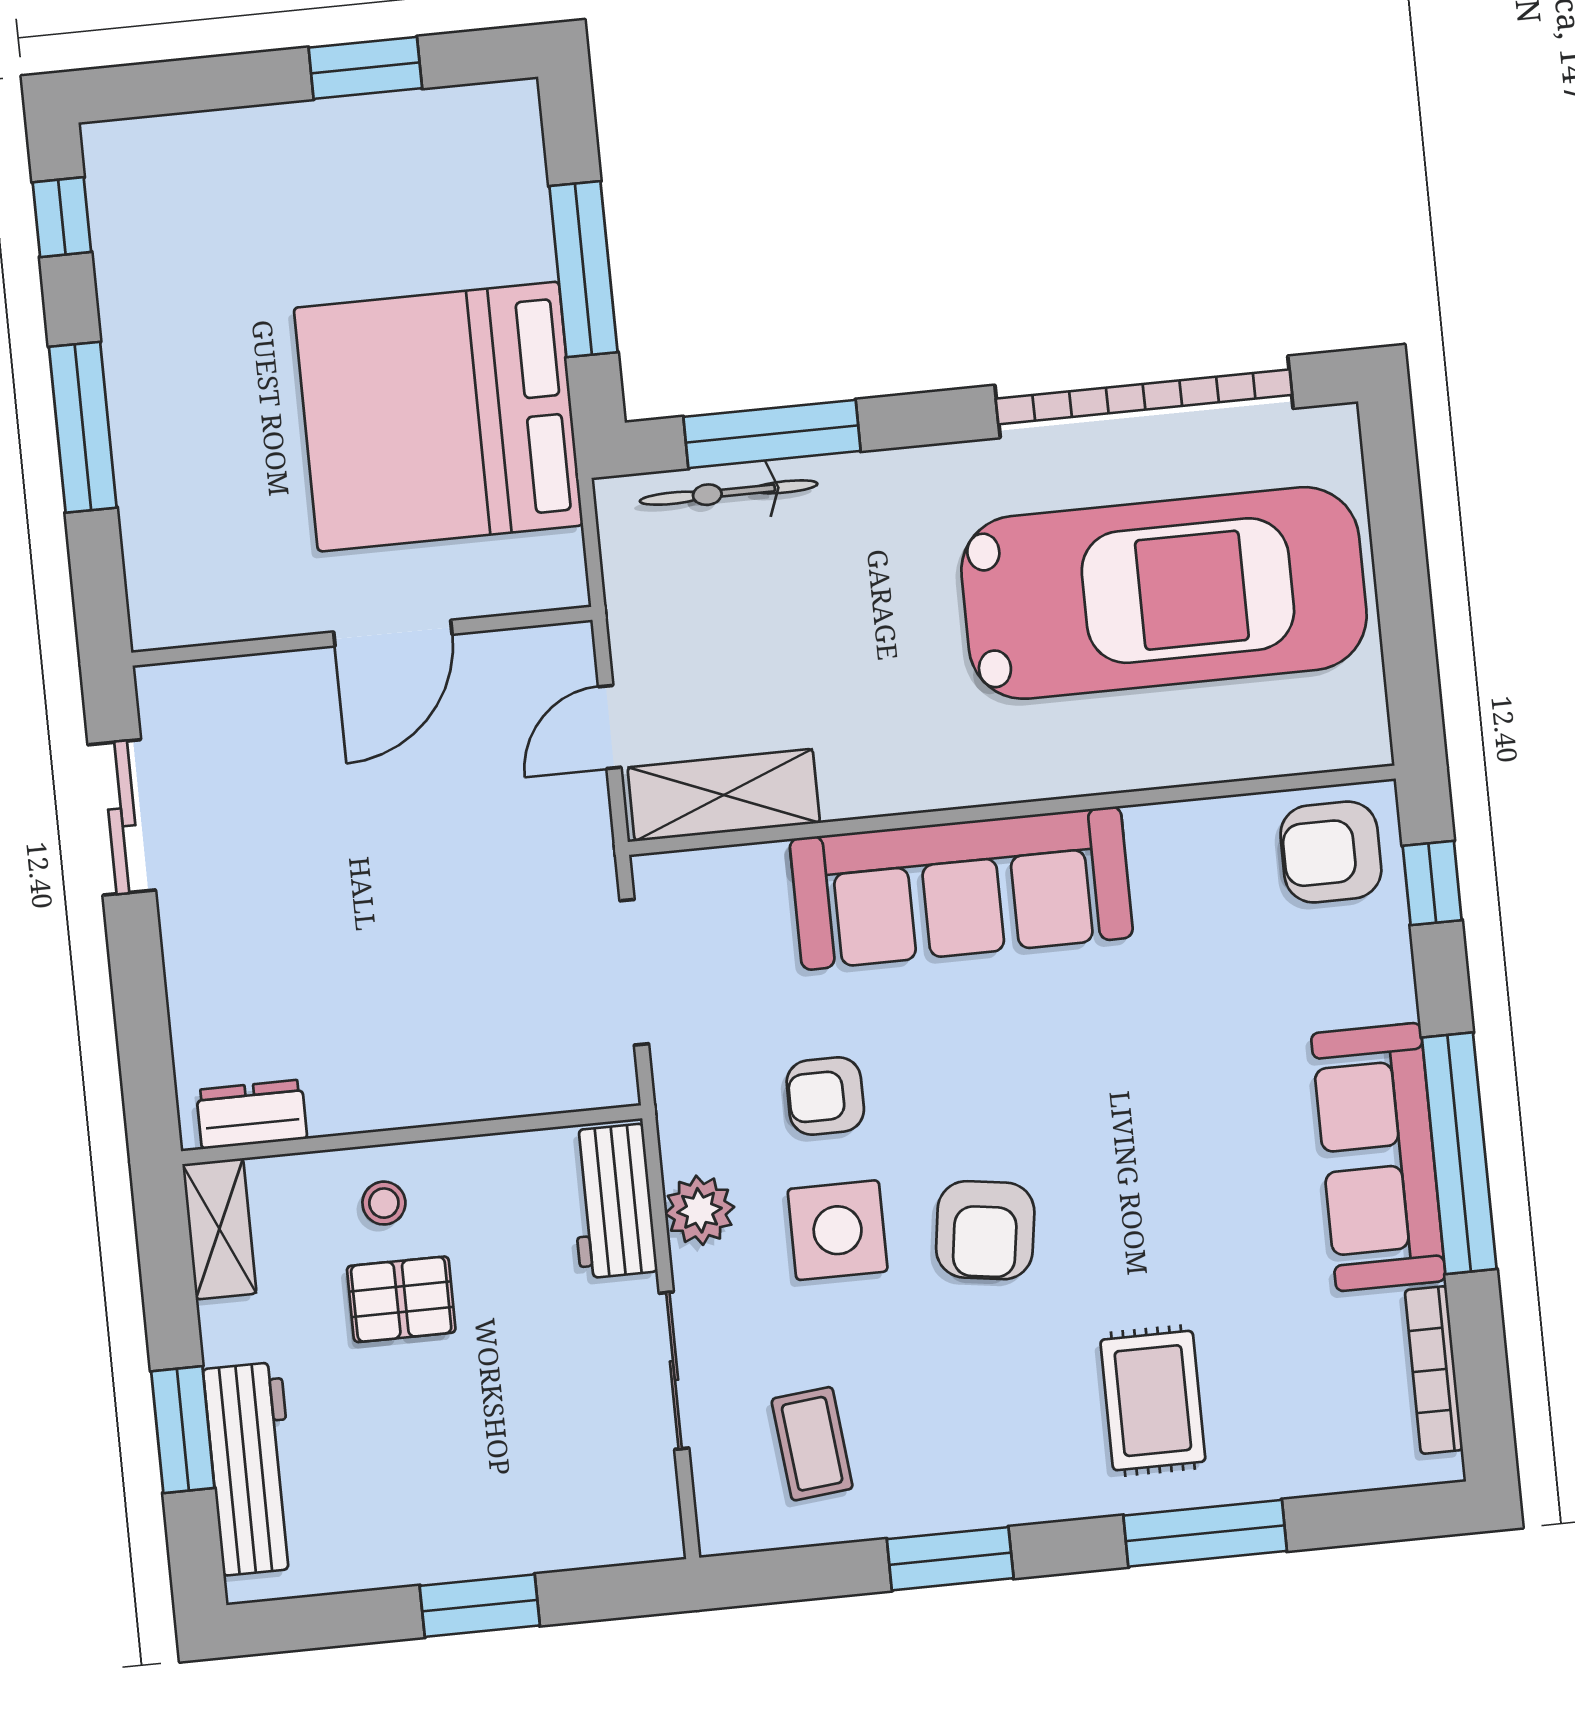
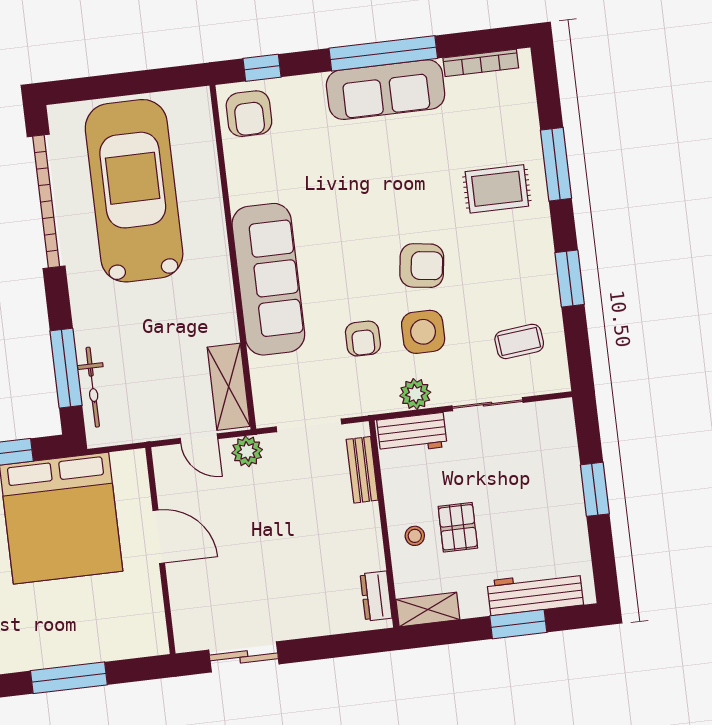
plant: (579, 834) -> (247, 451), added
bench: (533, 1089) -> (362, 470), added

